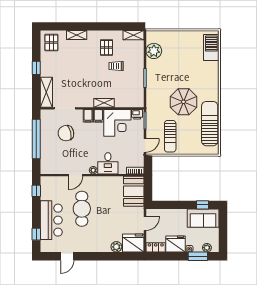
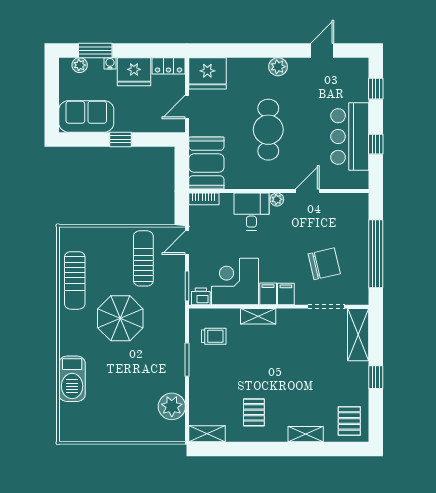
barbecue: (211, 48) -> (72, 379), moved
trolley: (116, 66) -> (214, 336), moved
sun lounger: (210, 124) -> (75, 280), width x0.73, depth x0.75
window: (36, 191) -> (376, 144), moved
window: (203, 205) -> (120, 139), moved
cafe table: (82, 209) -> (268, 130), moved
bar counter: (51, 220) -> (350, 137), moved
plant: (116, 247) -> (278, 67), moved

